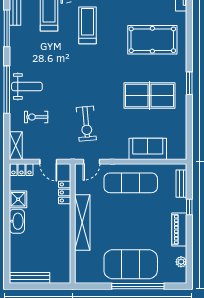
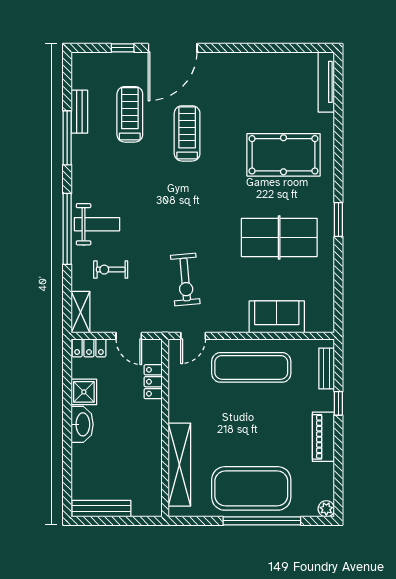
shelving: (82, 222) -> (179, 465), moved
plant: (181, 262) -> (326, 509), moved

